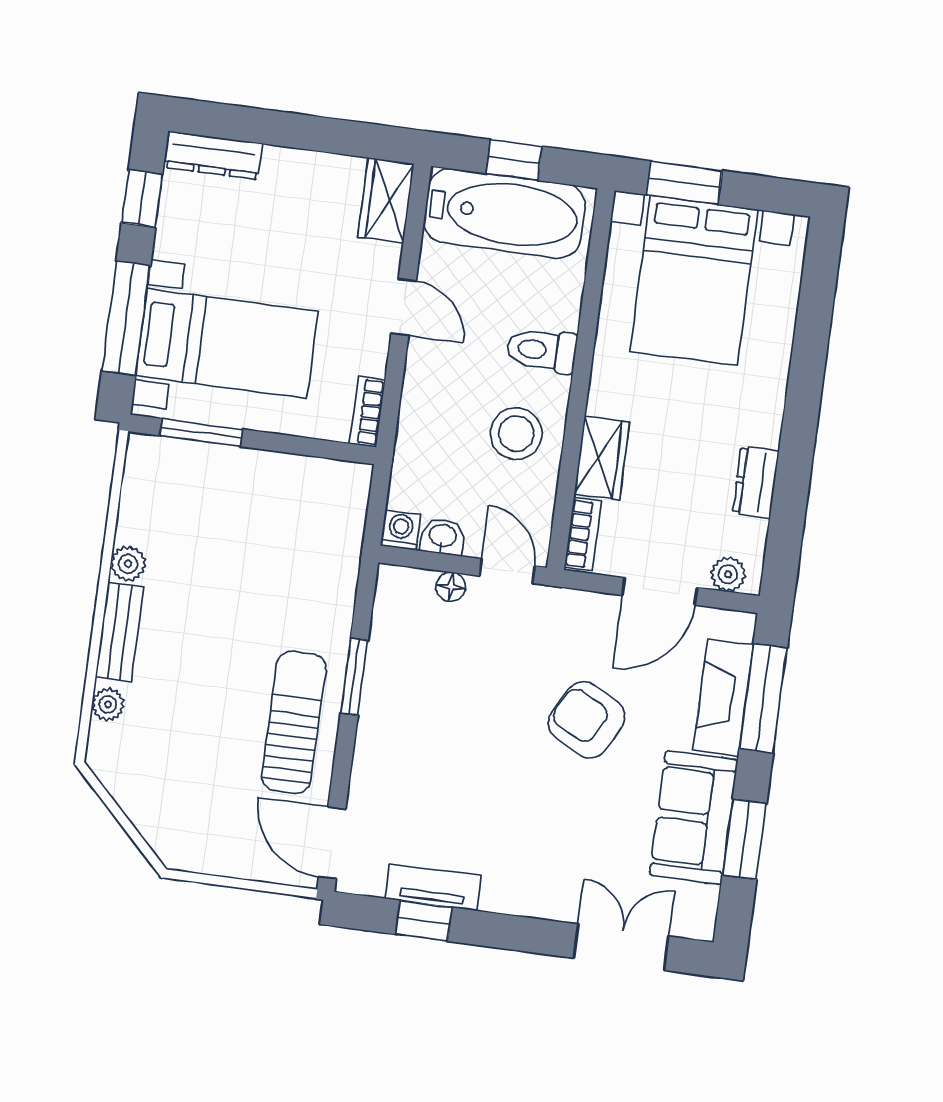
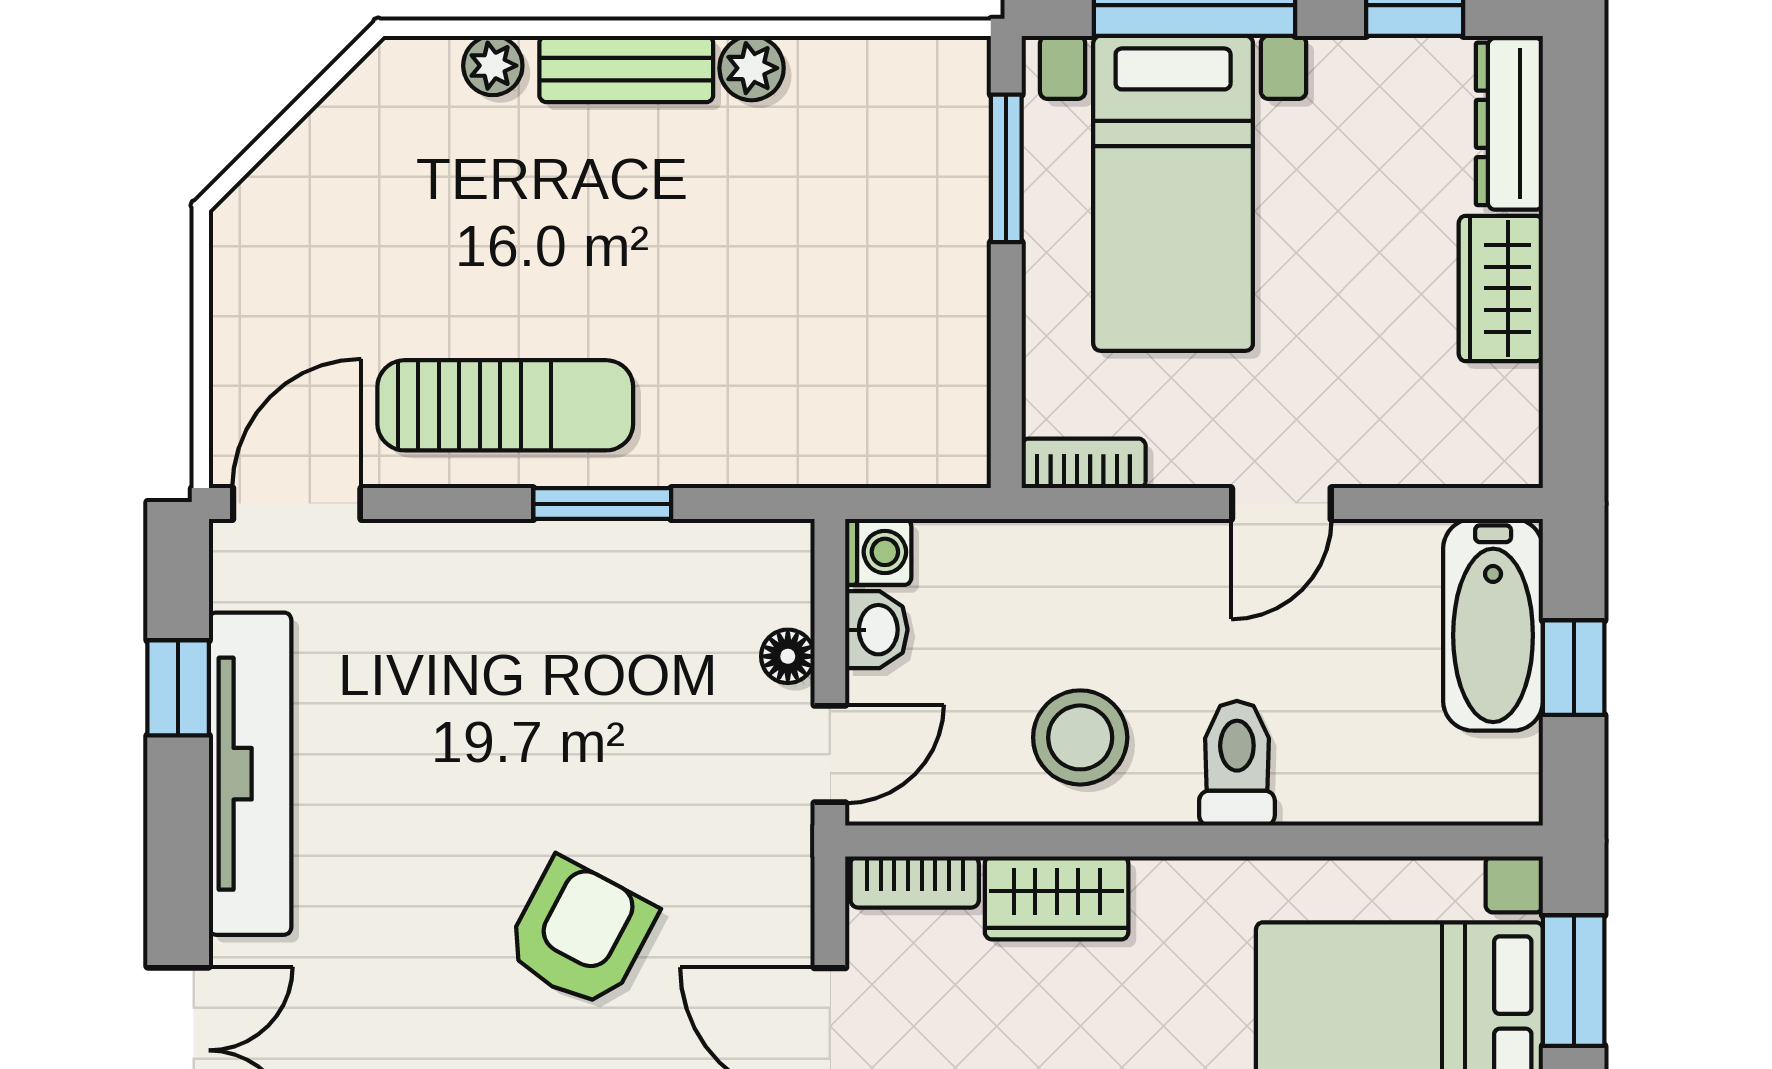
wardrobe: (386, 200) -> (1501, 288), moved, turned -90
bathtub: (505, 213) -> (1493, 625), width x0.73, depth x0.73
tv unit: (433, 887) -> (250, 774), width x1.92, depth x1.29

